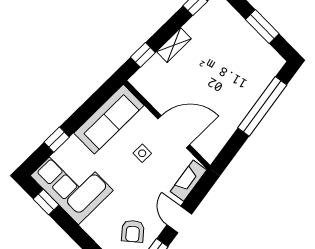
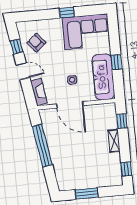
window: (262, 106) -> (42, 146), moved
door: (174, 132) -> (70, 105), hinge flipped
window: (57, 140) -> (116, 62), moved
window: (46, 202) -> (67, 13), moved

